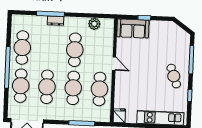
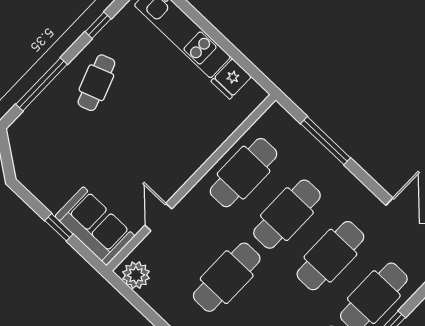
plant: (94, 24) -> (136, 275), moved
door: (114, 64) -> (158, 217), moved
fridge: (119, 116) -> (231, 79), moved

